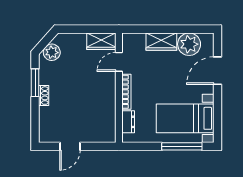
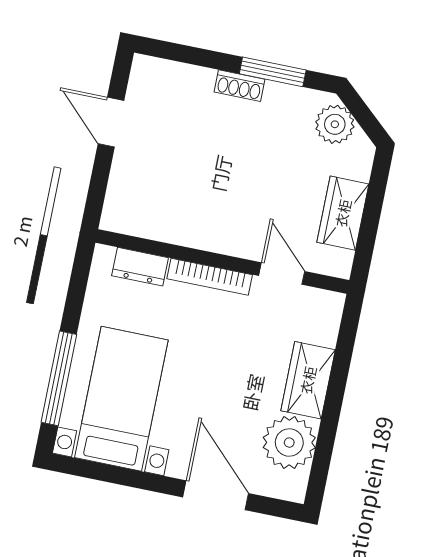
wardrobe: (101, 41) -> (343, 213), moved

